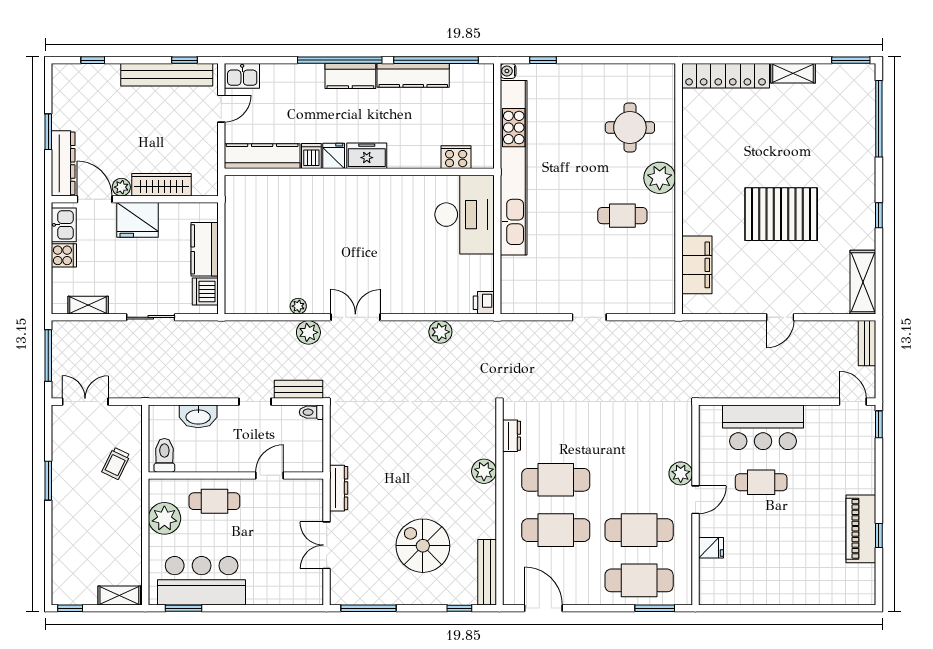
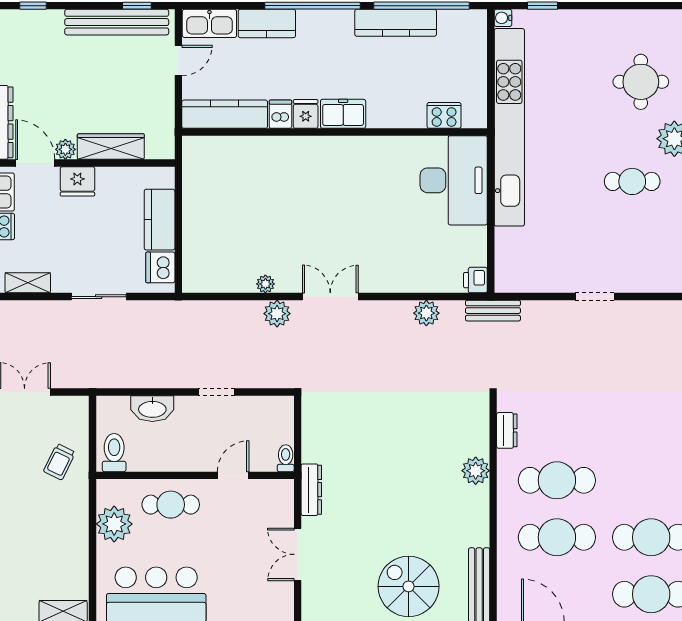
kitchen sink: (242, 76) -> (209, 23), width x1.38
kitchen counter: (350, 76) -> (267, 23), moved
fridge: (137, 220) -> (77, 181), width x0.73, depth x0.75
bench: (299, 389) -> (493, 311), moved
toilet: (311, 412) -> (286, 458), moved, turned 90
spiral stairs: (423, 546) -> (409, 586), moved

